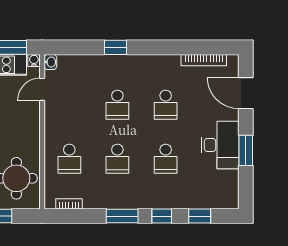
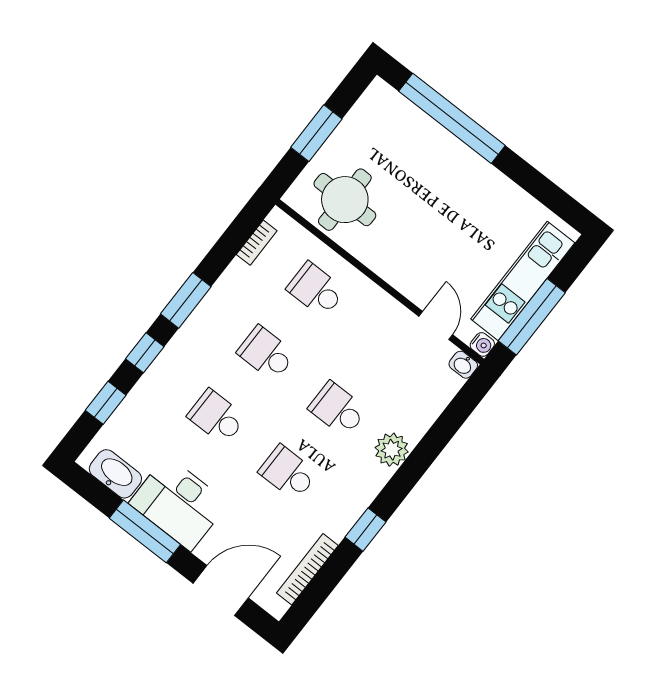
window: (116, 47) -> (366, 530), moved
plant: (117, 64) -> (392, 450), added
window: (246, 150) -> (145, 531), width x1.44
washbasin: (230, 185) -> (115, 474), added

